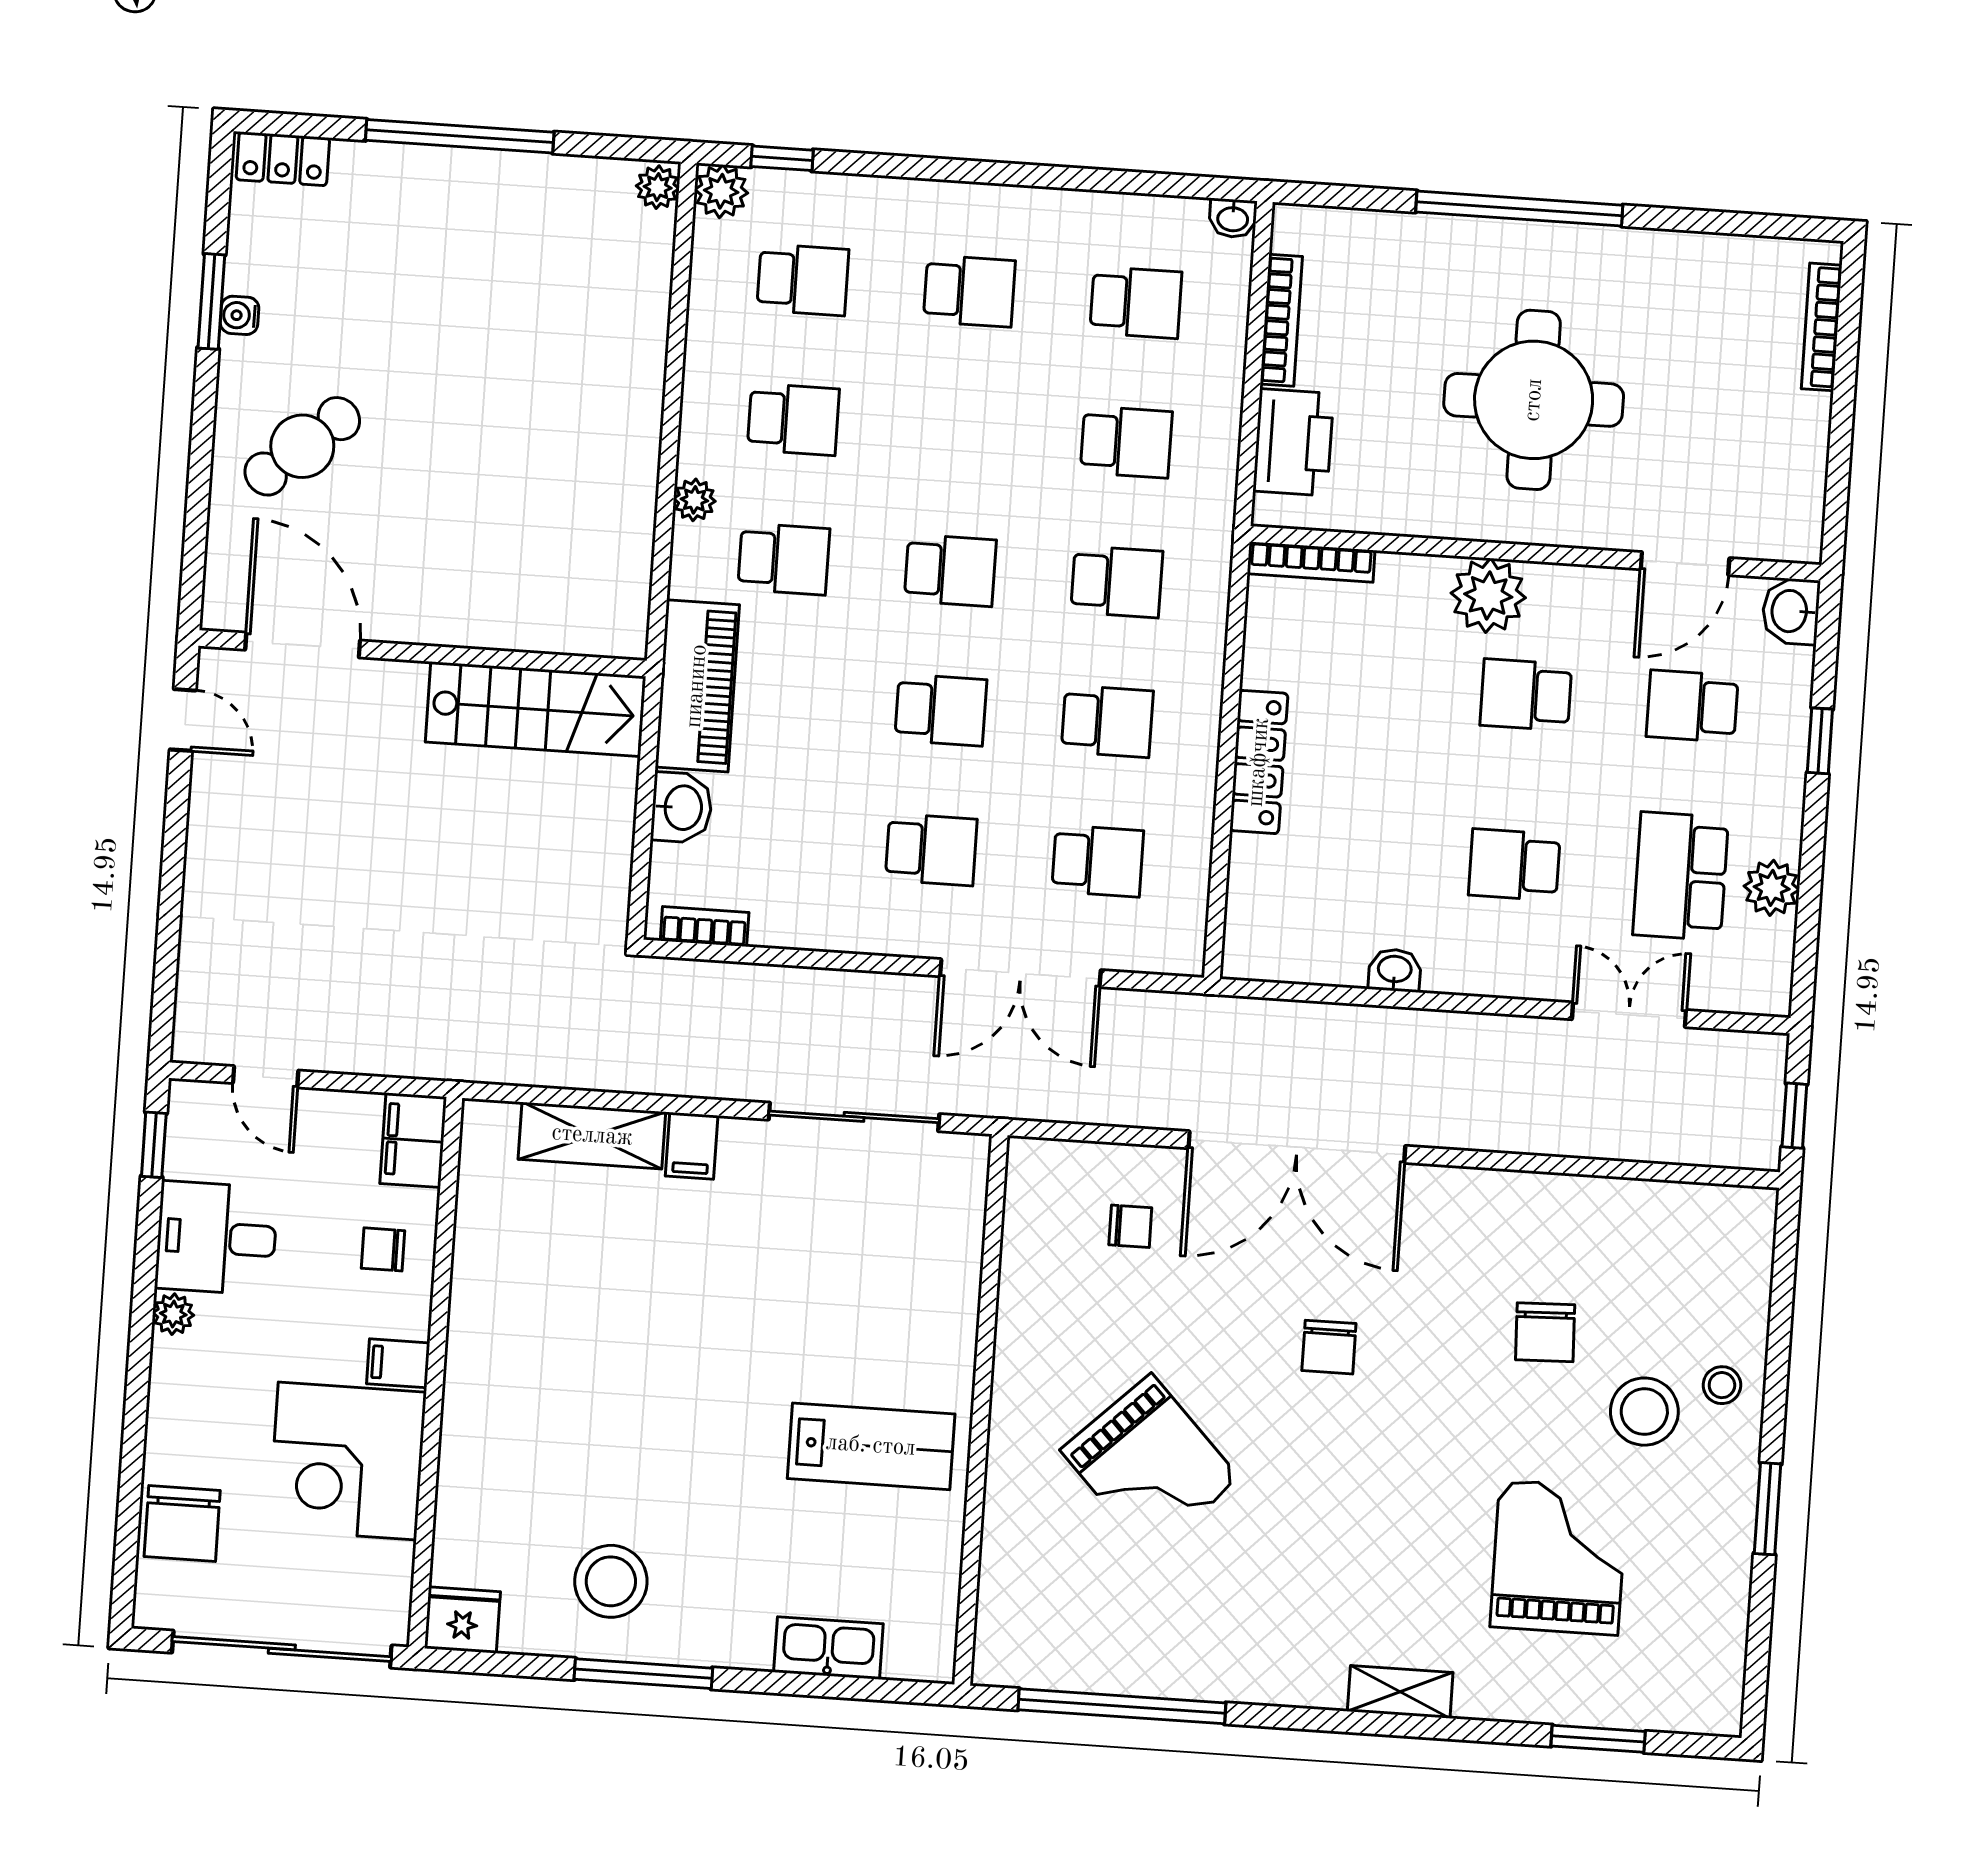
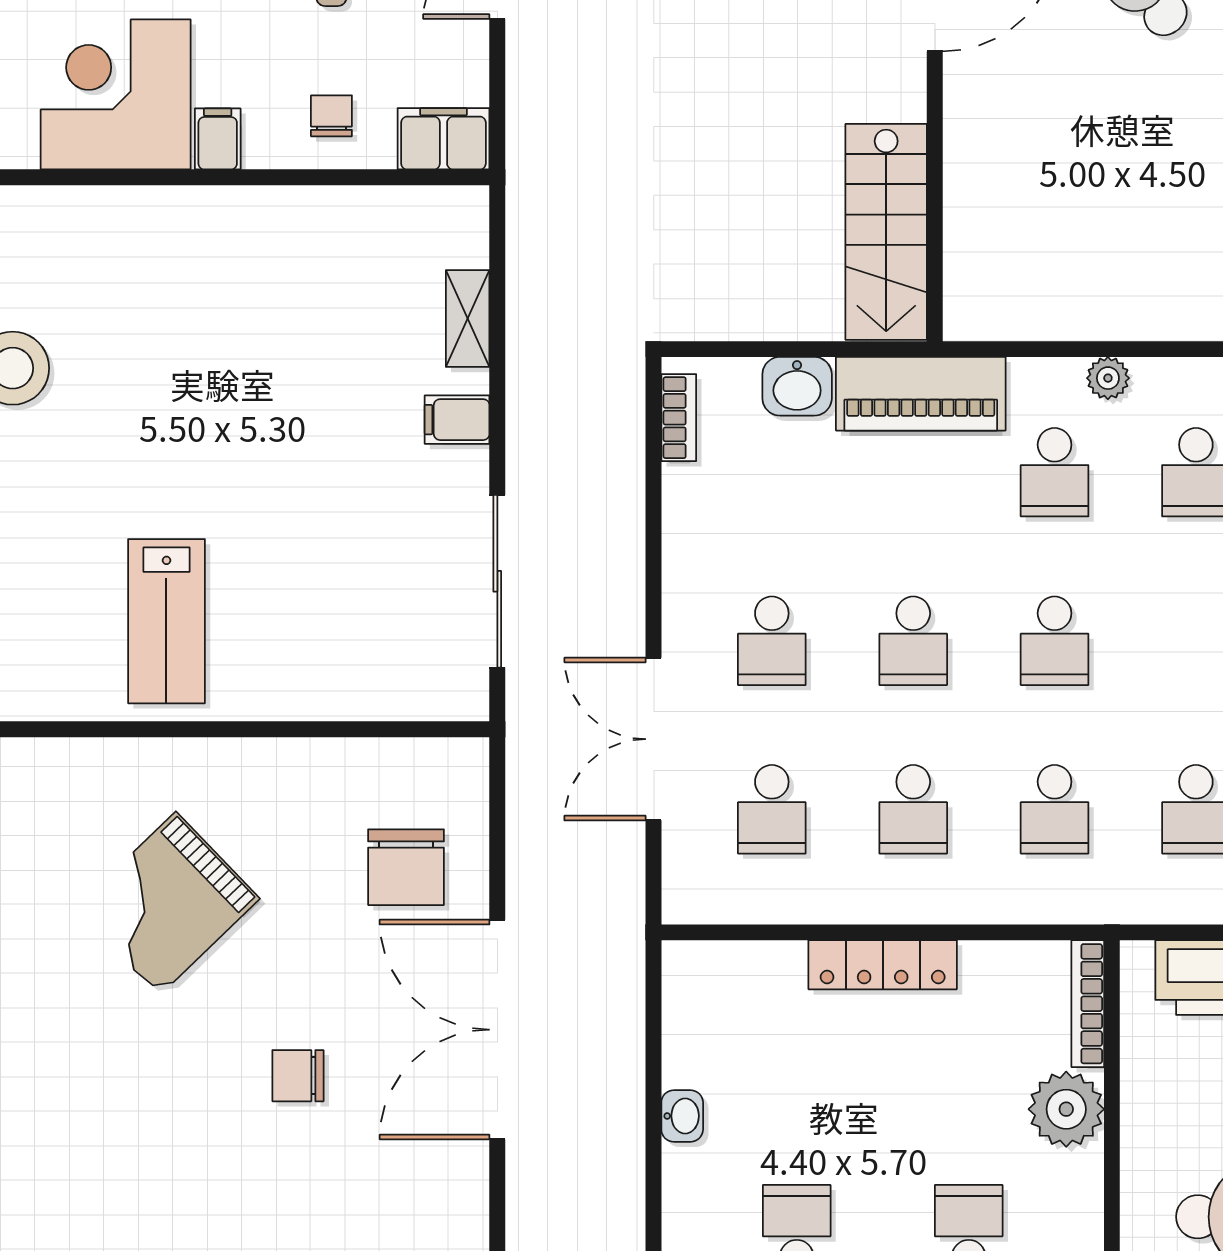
plant: (1488, 595) -> (1066, 1109), moved
shelving: (592, 1136) -> (468, 318), width x0.67, depth x0.75
chair: (1130, 1226) -> (406, 867), width x1.87, depth x1.87

